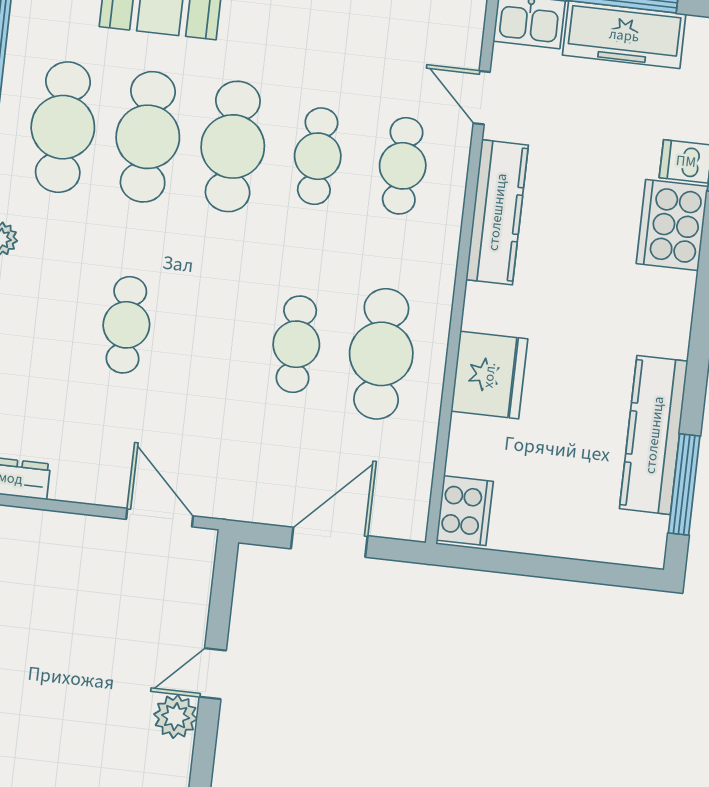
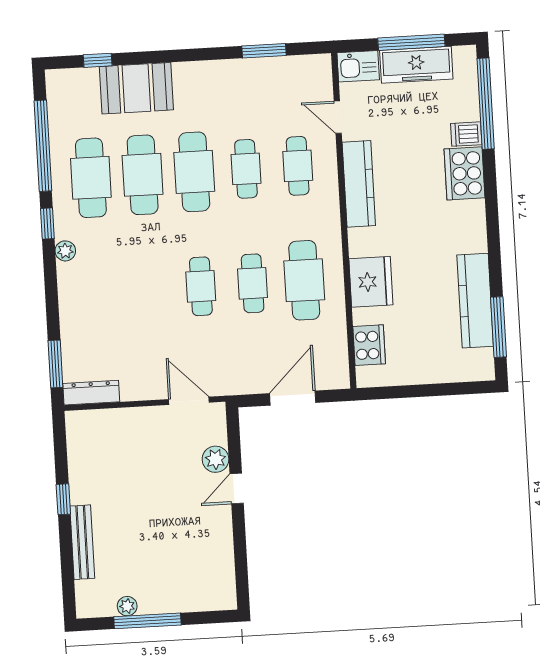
cafe table: (126, 325) -> (201, 286), moved
cooker: (465, 511) -> (369, 345), moved
plant: (176, 717) -> (216, 459), moved

